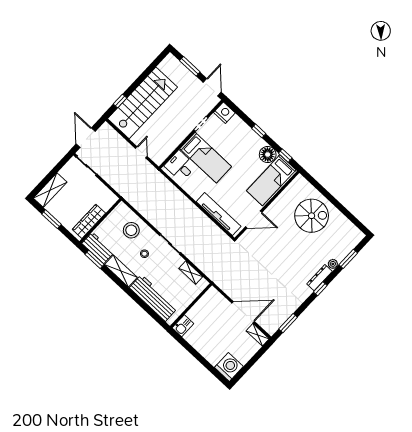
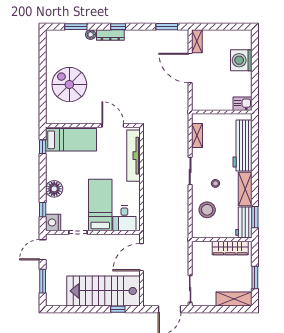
window: (259, 131) -> (43, 210), moved
door: (141, 152) -> (142, 257), width x1.87
floor lamp: (268, 154) -> (54, 189), moved
washing machine: (229, 367) -> (241, 60), moved

